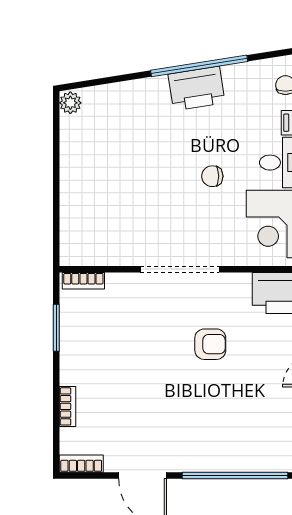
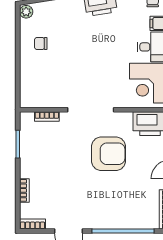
chair: (212, 176) -> (41, 44), moved
bookcase: (83, 281) -> (47, 116), moved
armchair: (210, 344) -> (108, 154), width x1.88, depth x1.88

